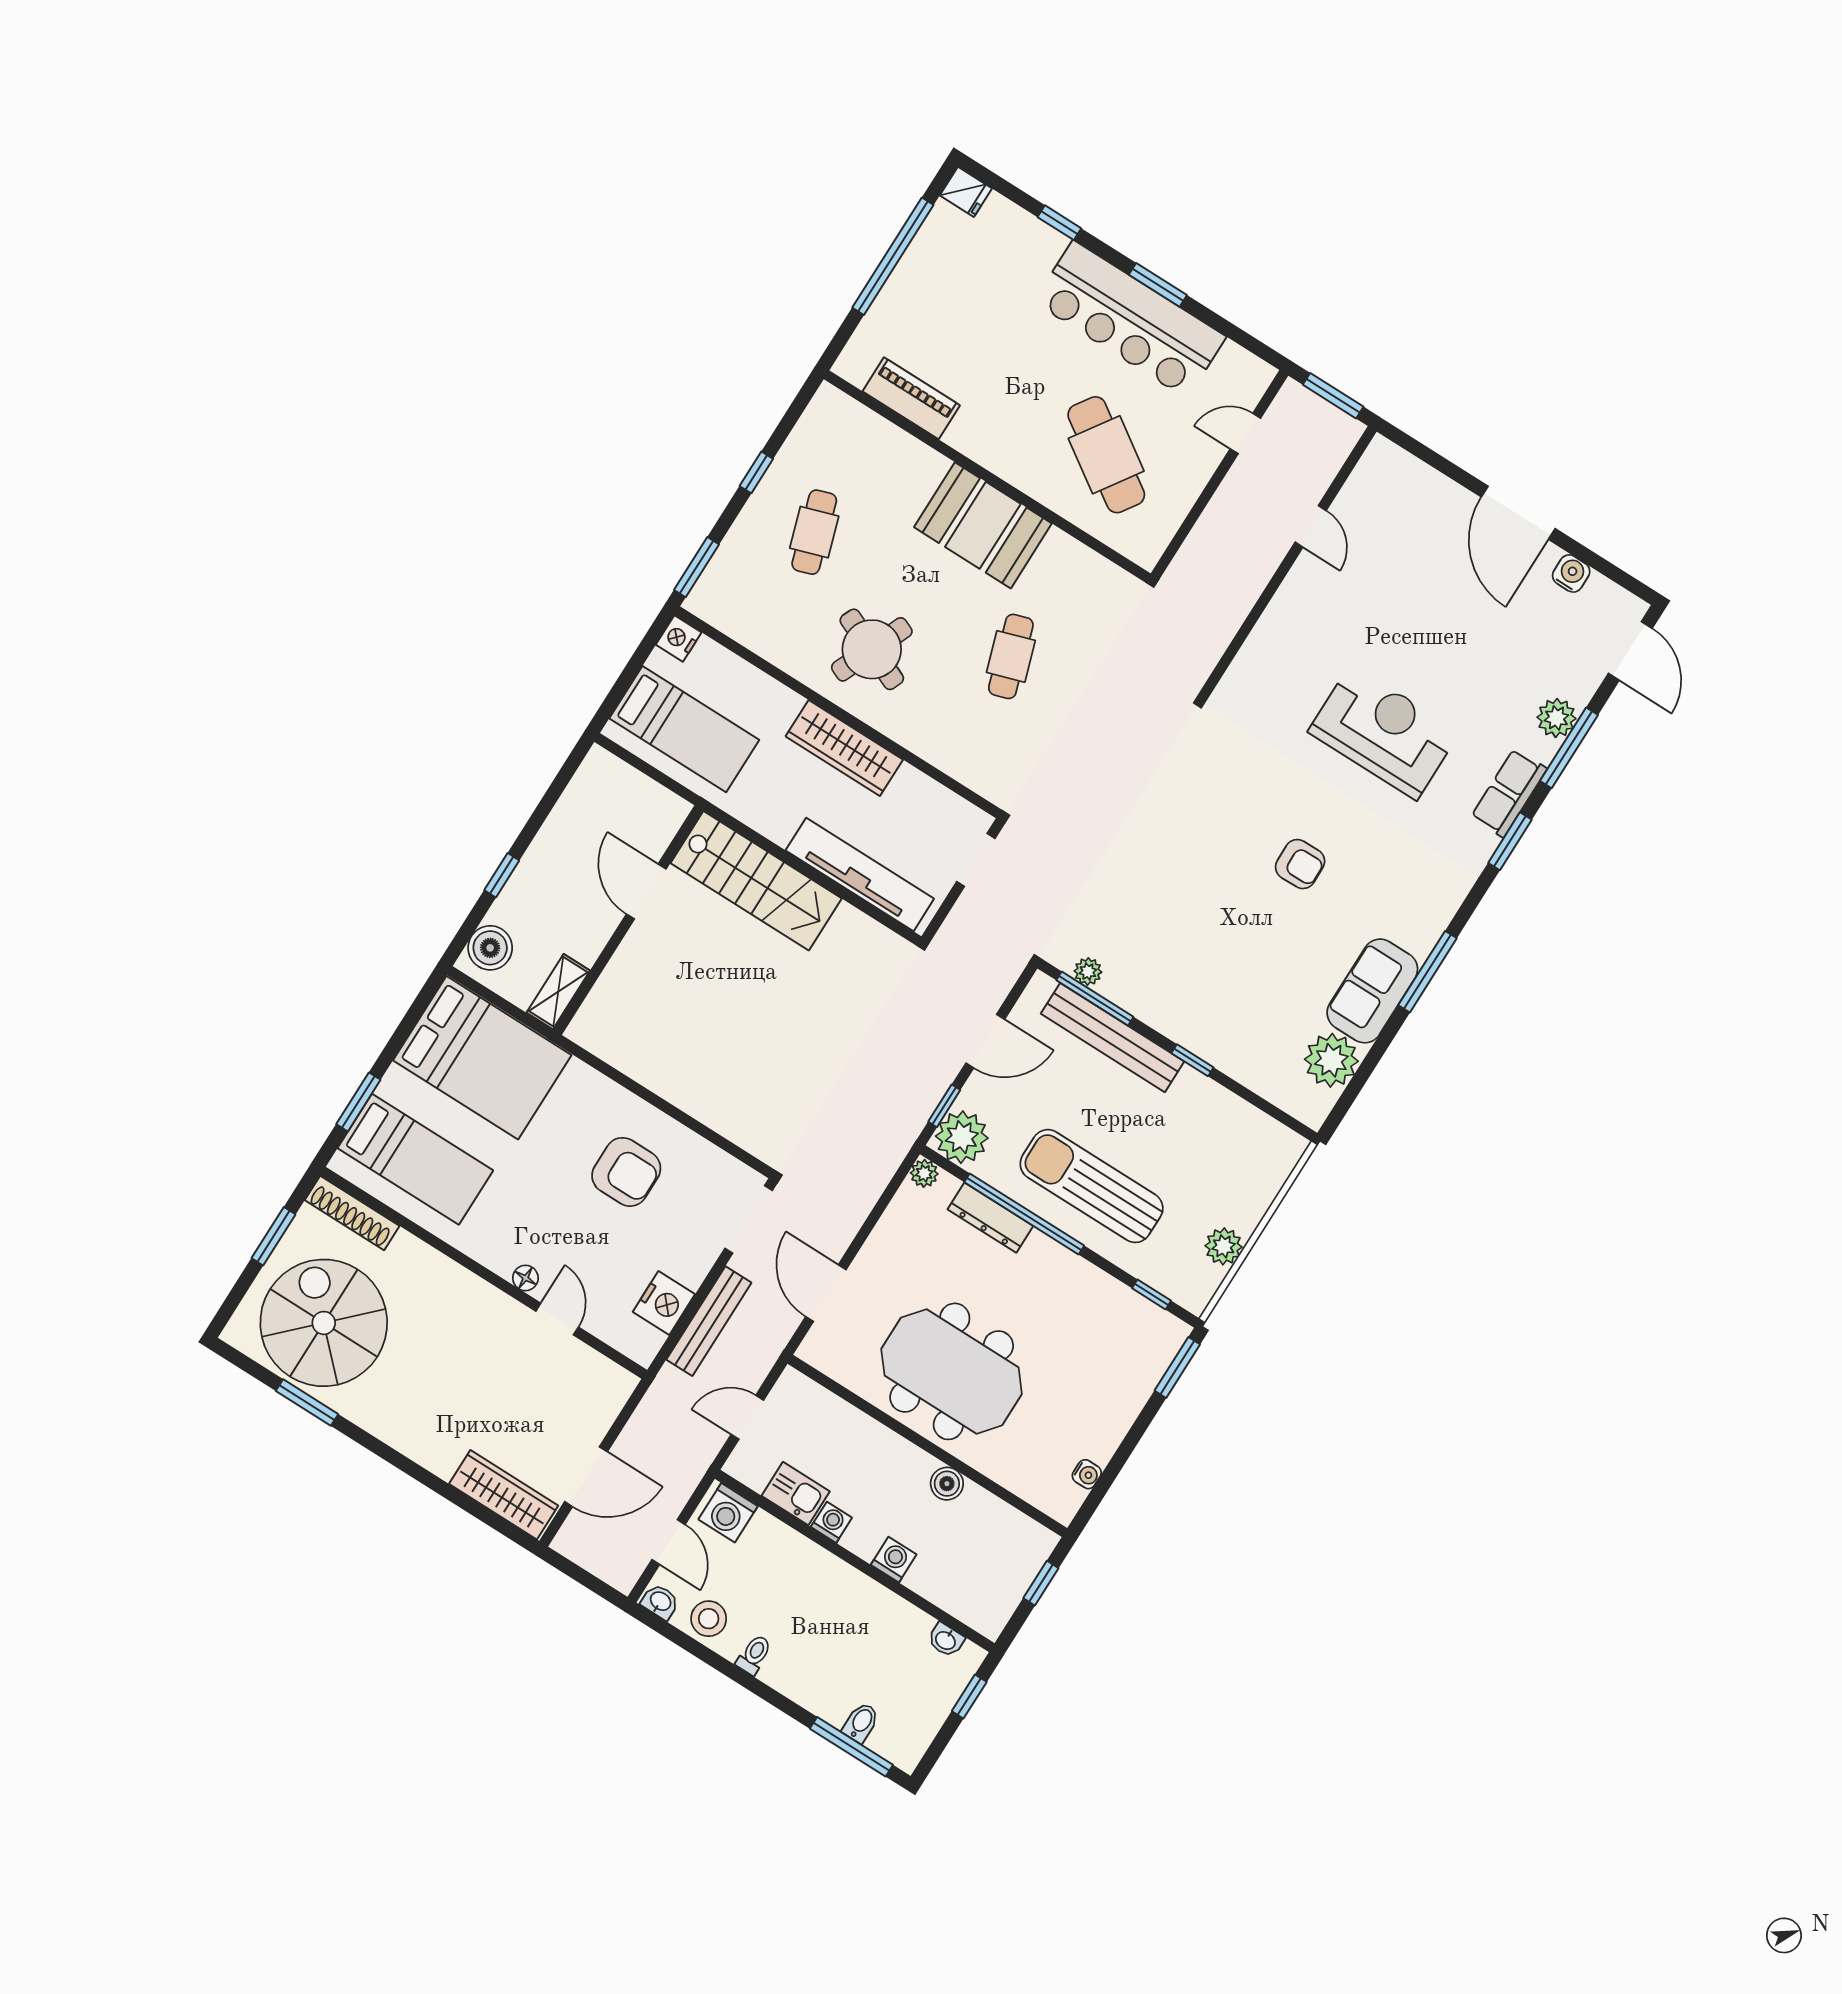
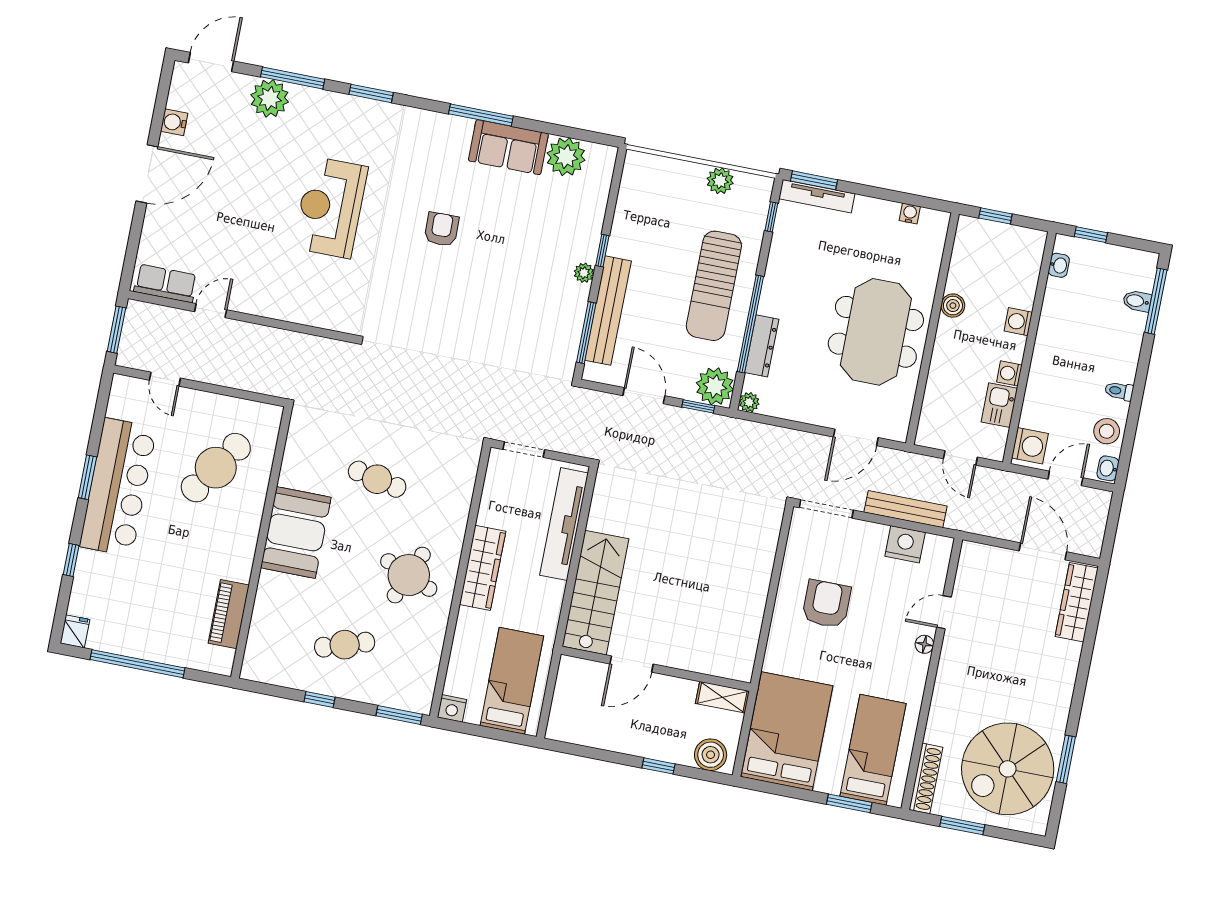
cafe table: (1011, 656) -> (377, 479), turned 30
plant: (1556, 718) -> (270, 98), width x1.36, depth x1.36
row of seats: (1509, 793) -> (166, 283), moved, turned 180
plant: (1088, 972) -> (584, 273), moved
tv unit: (1155, 1363) -> (817, 196), added

